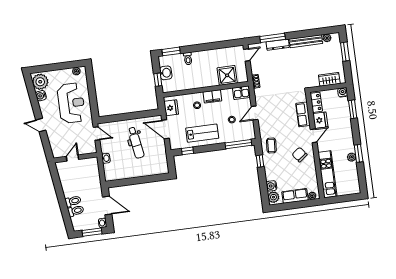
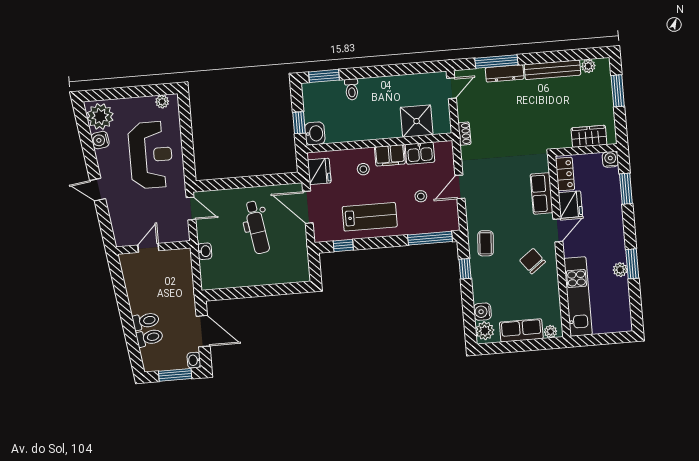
washbasin: (166, 73) -> (315, 133), moved
kitchen sink: (241, 93) -> (420, 153), moved

